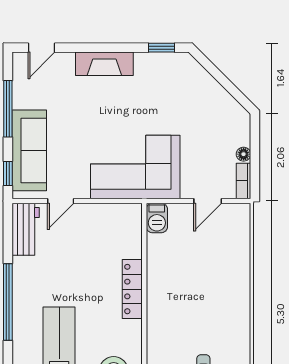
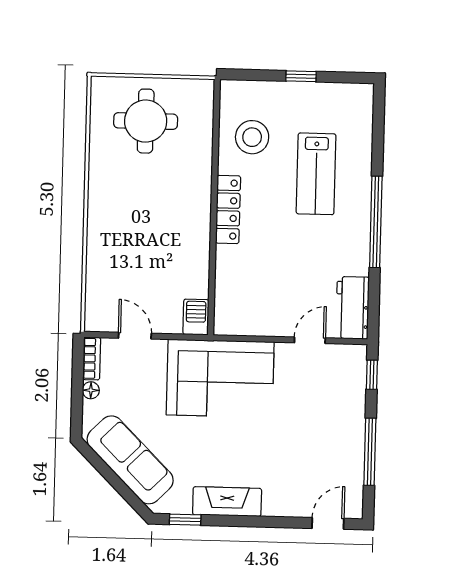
fireplace: (104, 64) -> (227, 502), moved
sofa: (29, 150) -> (130, 460), moved, turned 135
door: (208, 201) -> (135, 336), hinge flipped
locker: (132, 289) -> (228, 209), moved

